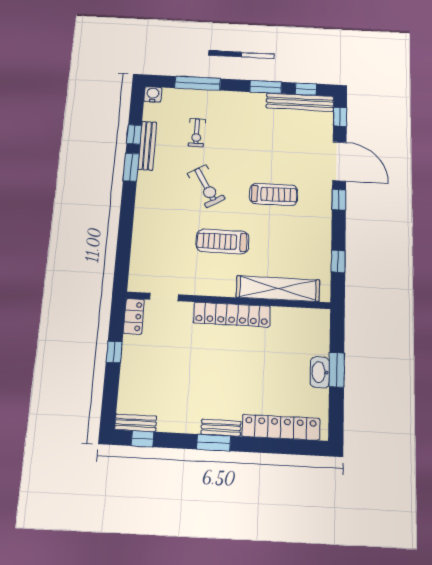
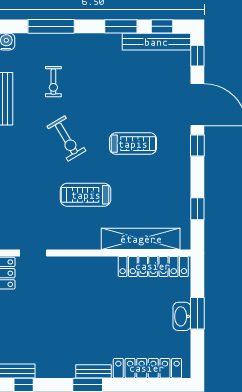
locker: (232, 315) -> (153, 266), moved

